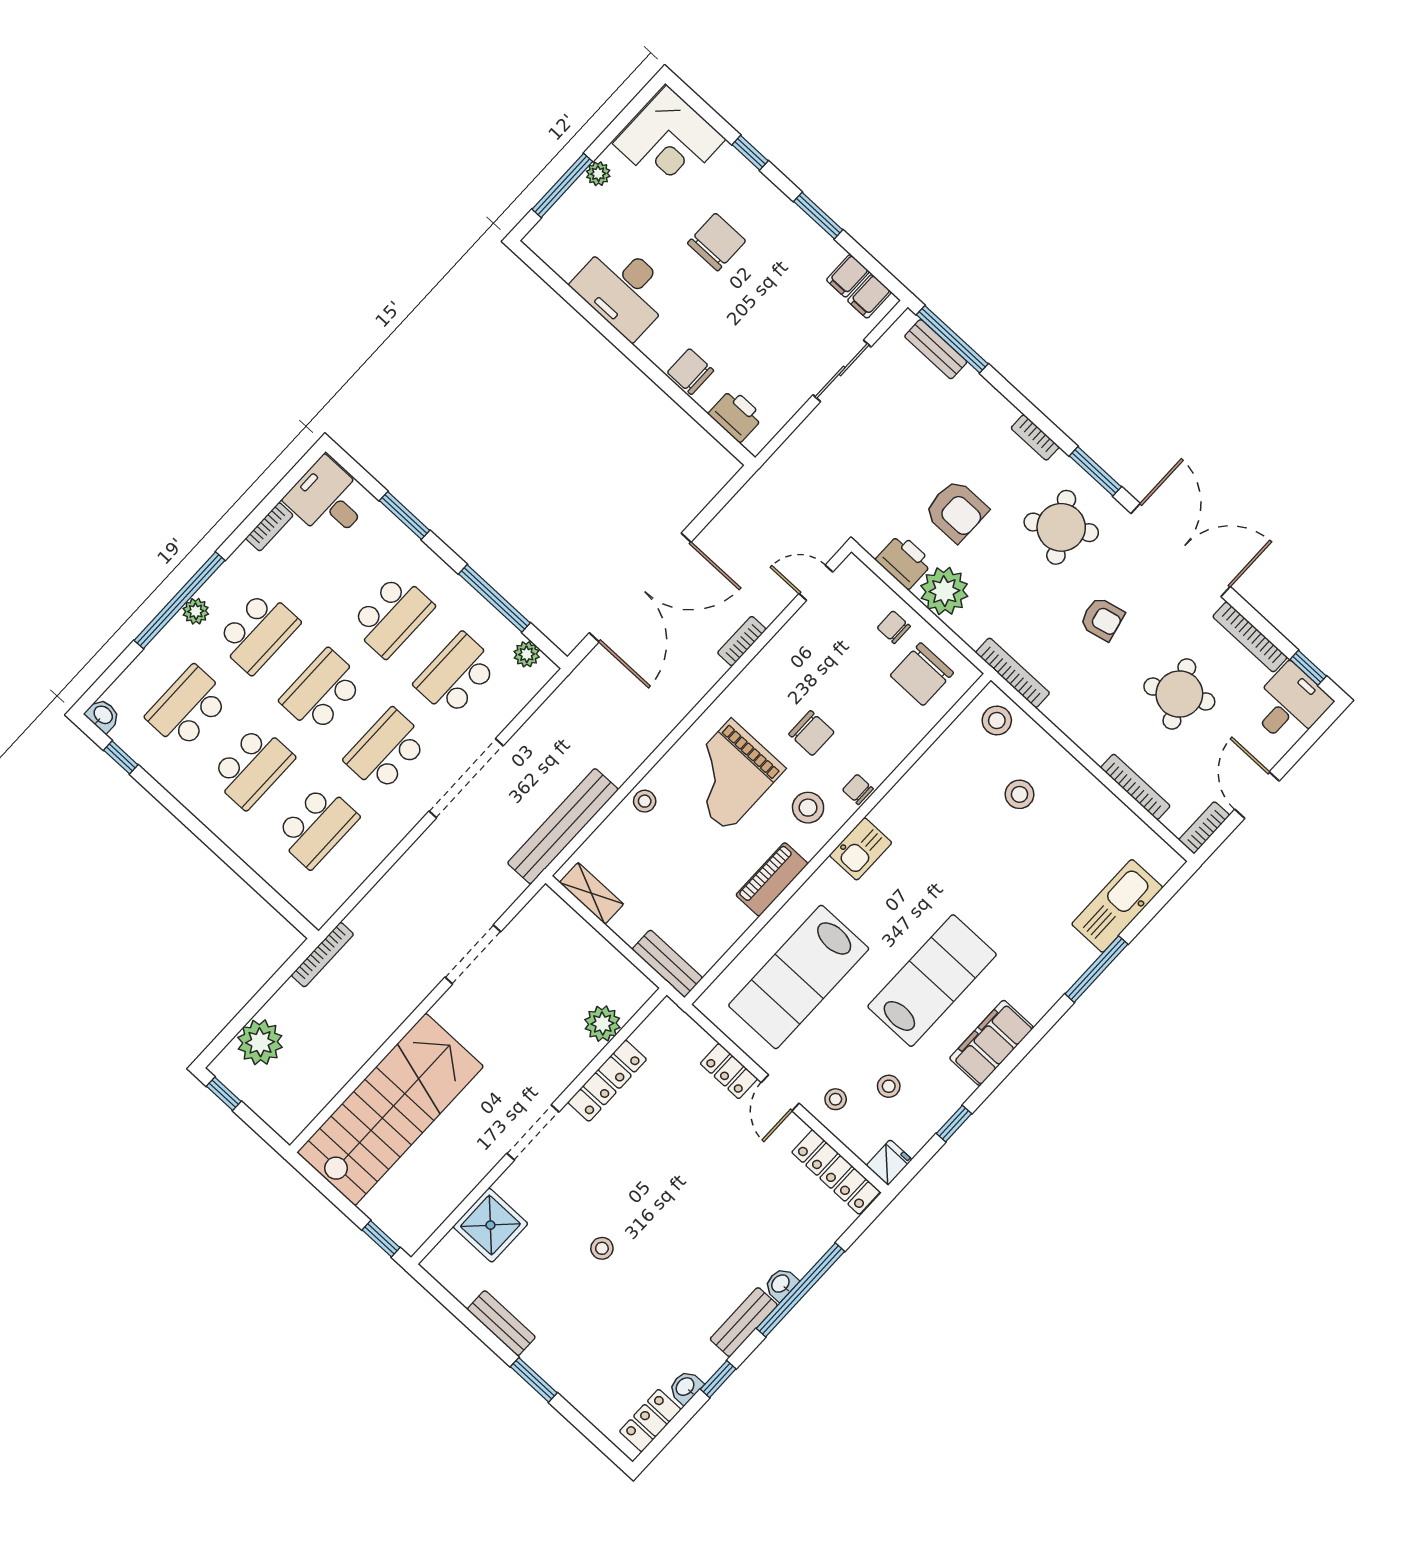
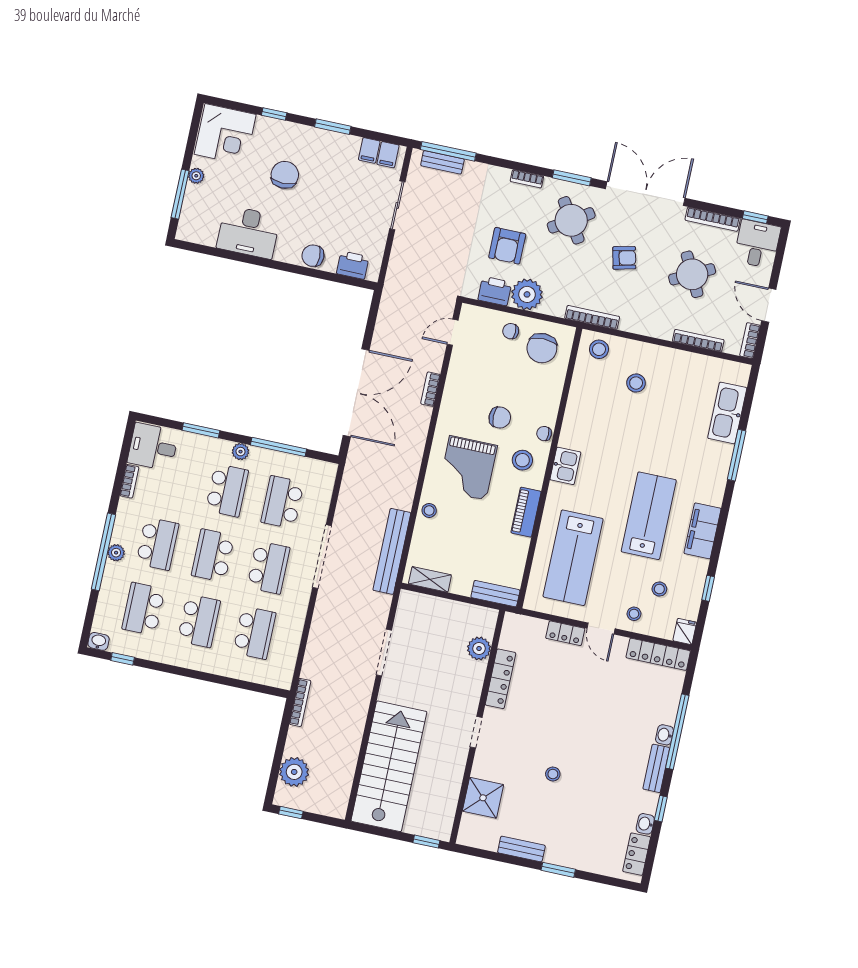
armchair: (956, 511) -> (507, 246), turned 90
plant: (527, 654) -> (240, 452), moved
school desk: (386, 751) -> (268, 567), turned 180
doorway: (533, 1133) -> (476, 732), width x0.73

